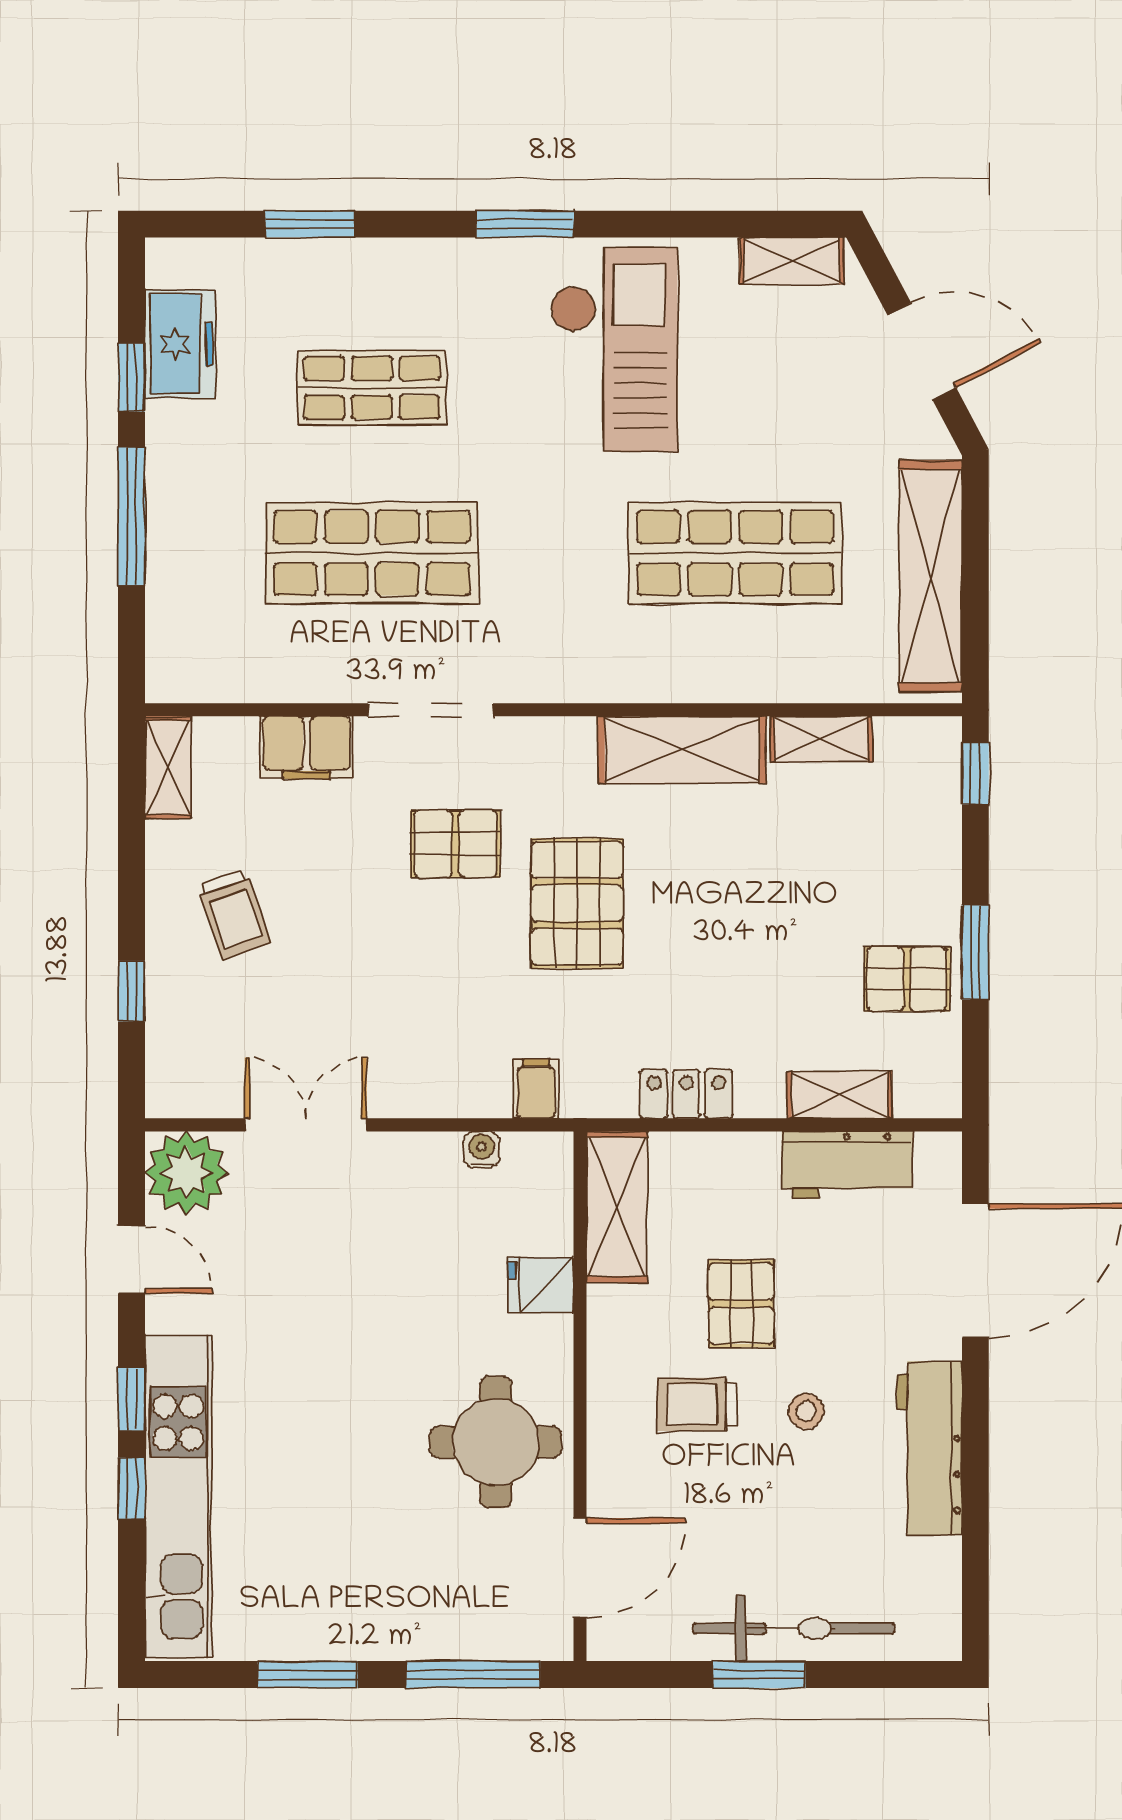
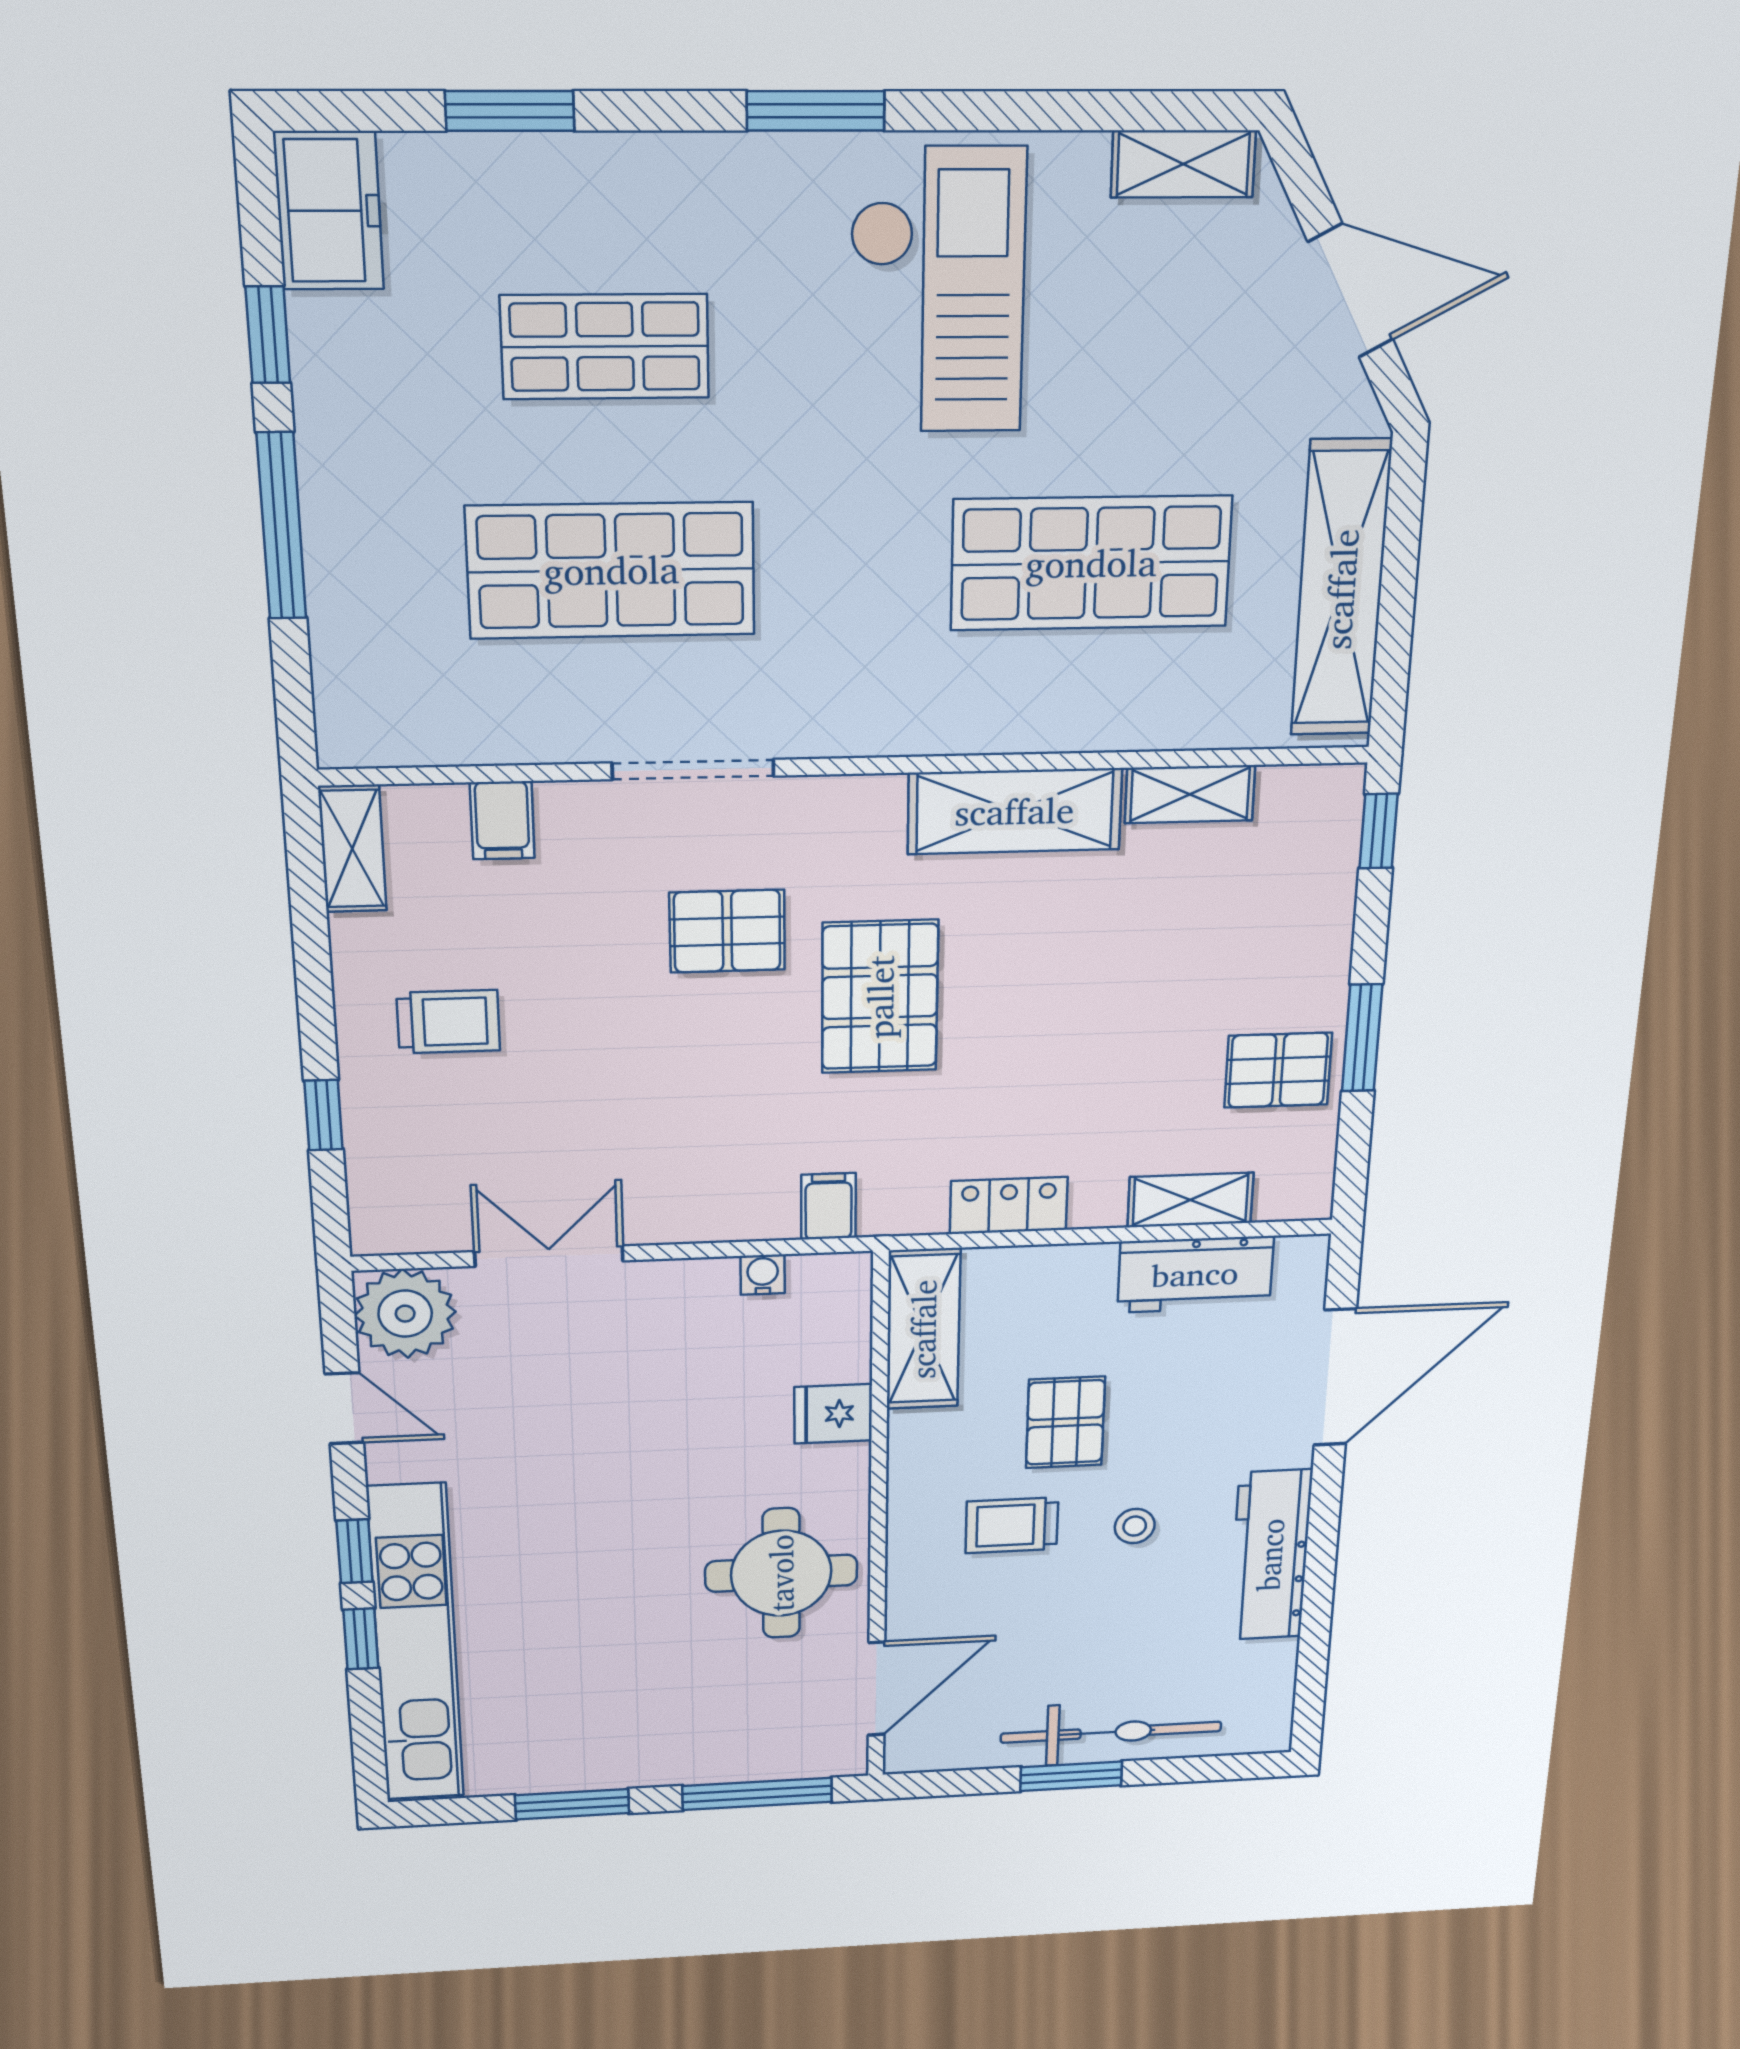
freezer: (180, 344) -> (329, 211), moved
filing cabinet: (307, 747) -> (502, 820), width x0.50
trolley: (234, 914) -> (448, 1022), turned -71

